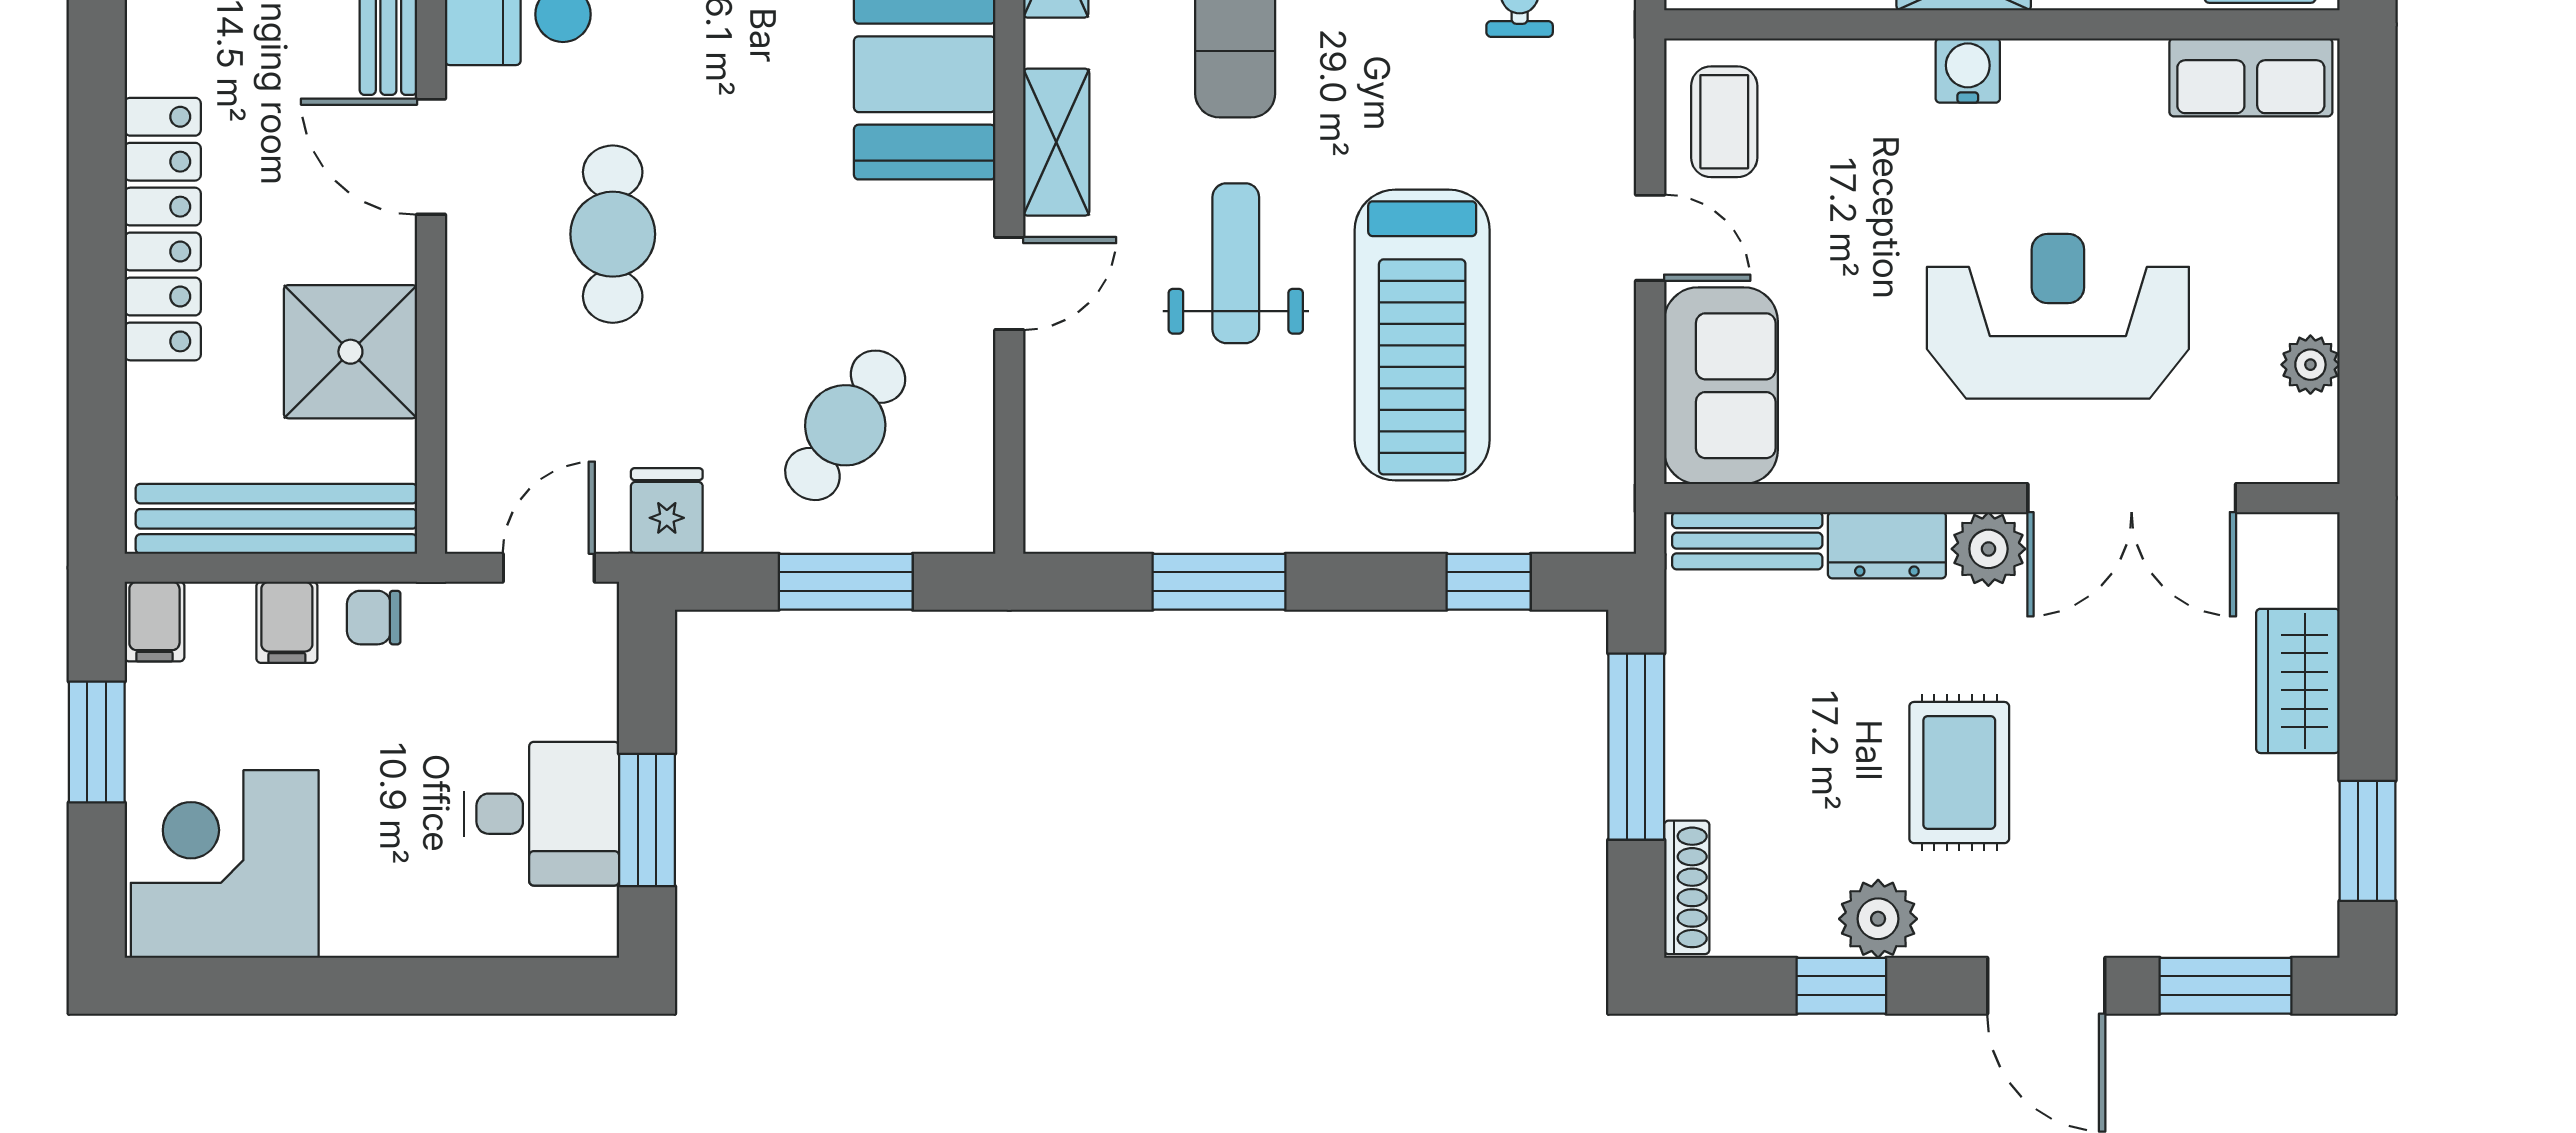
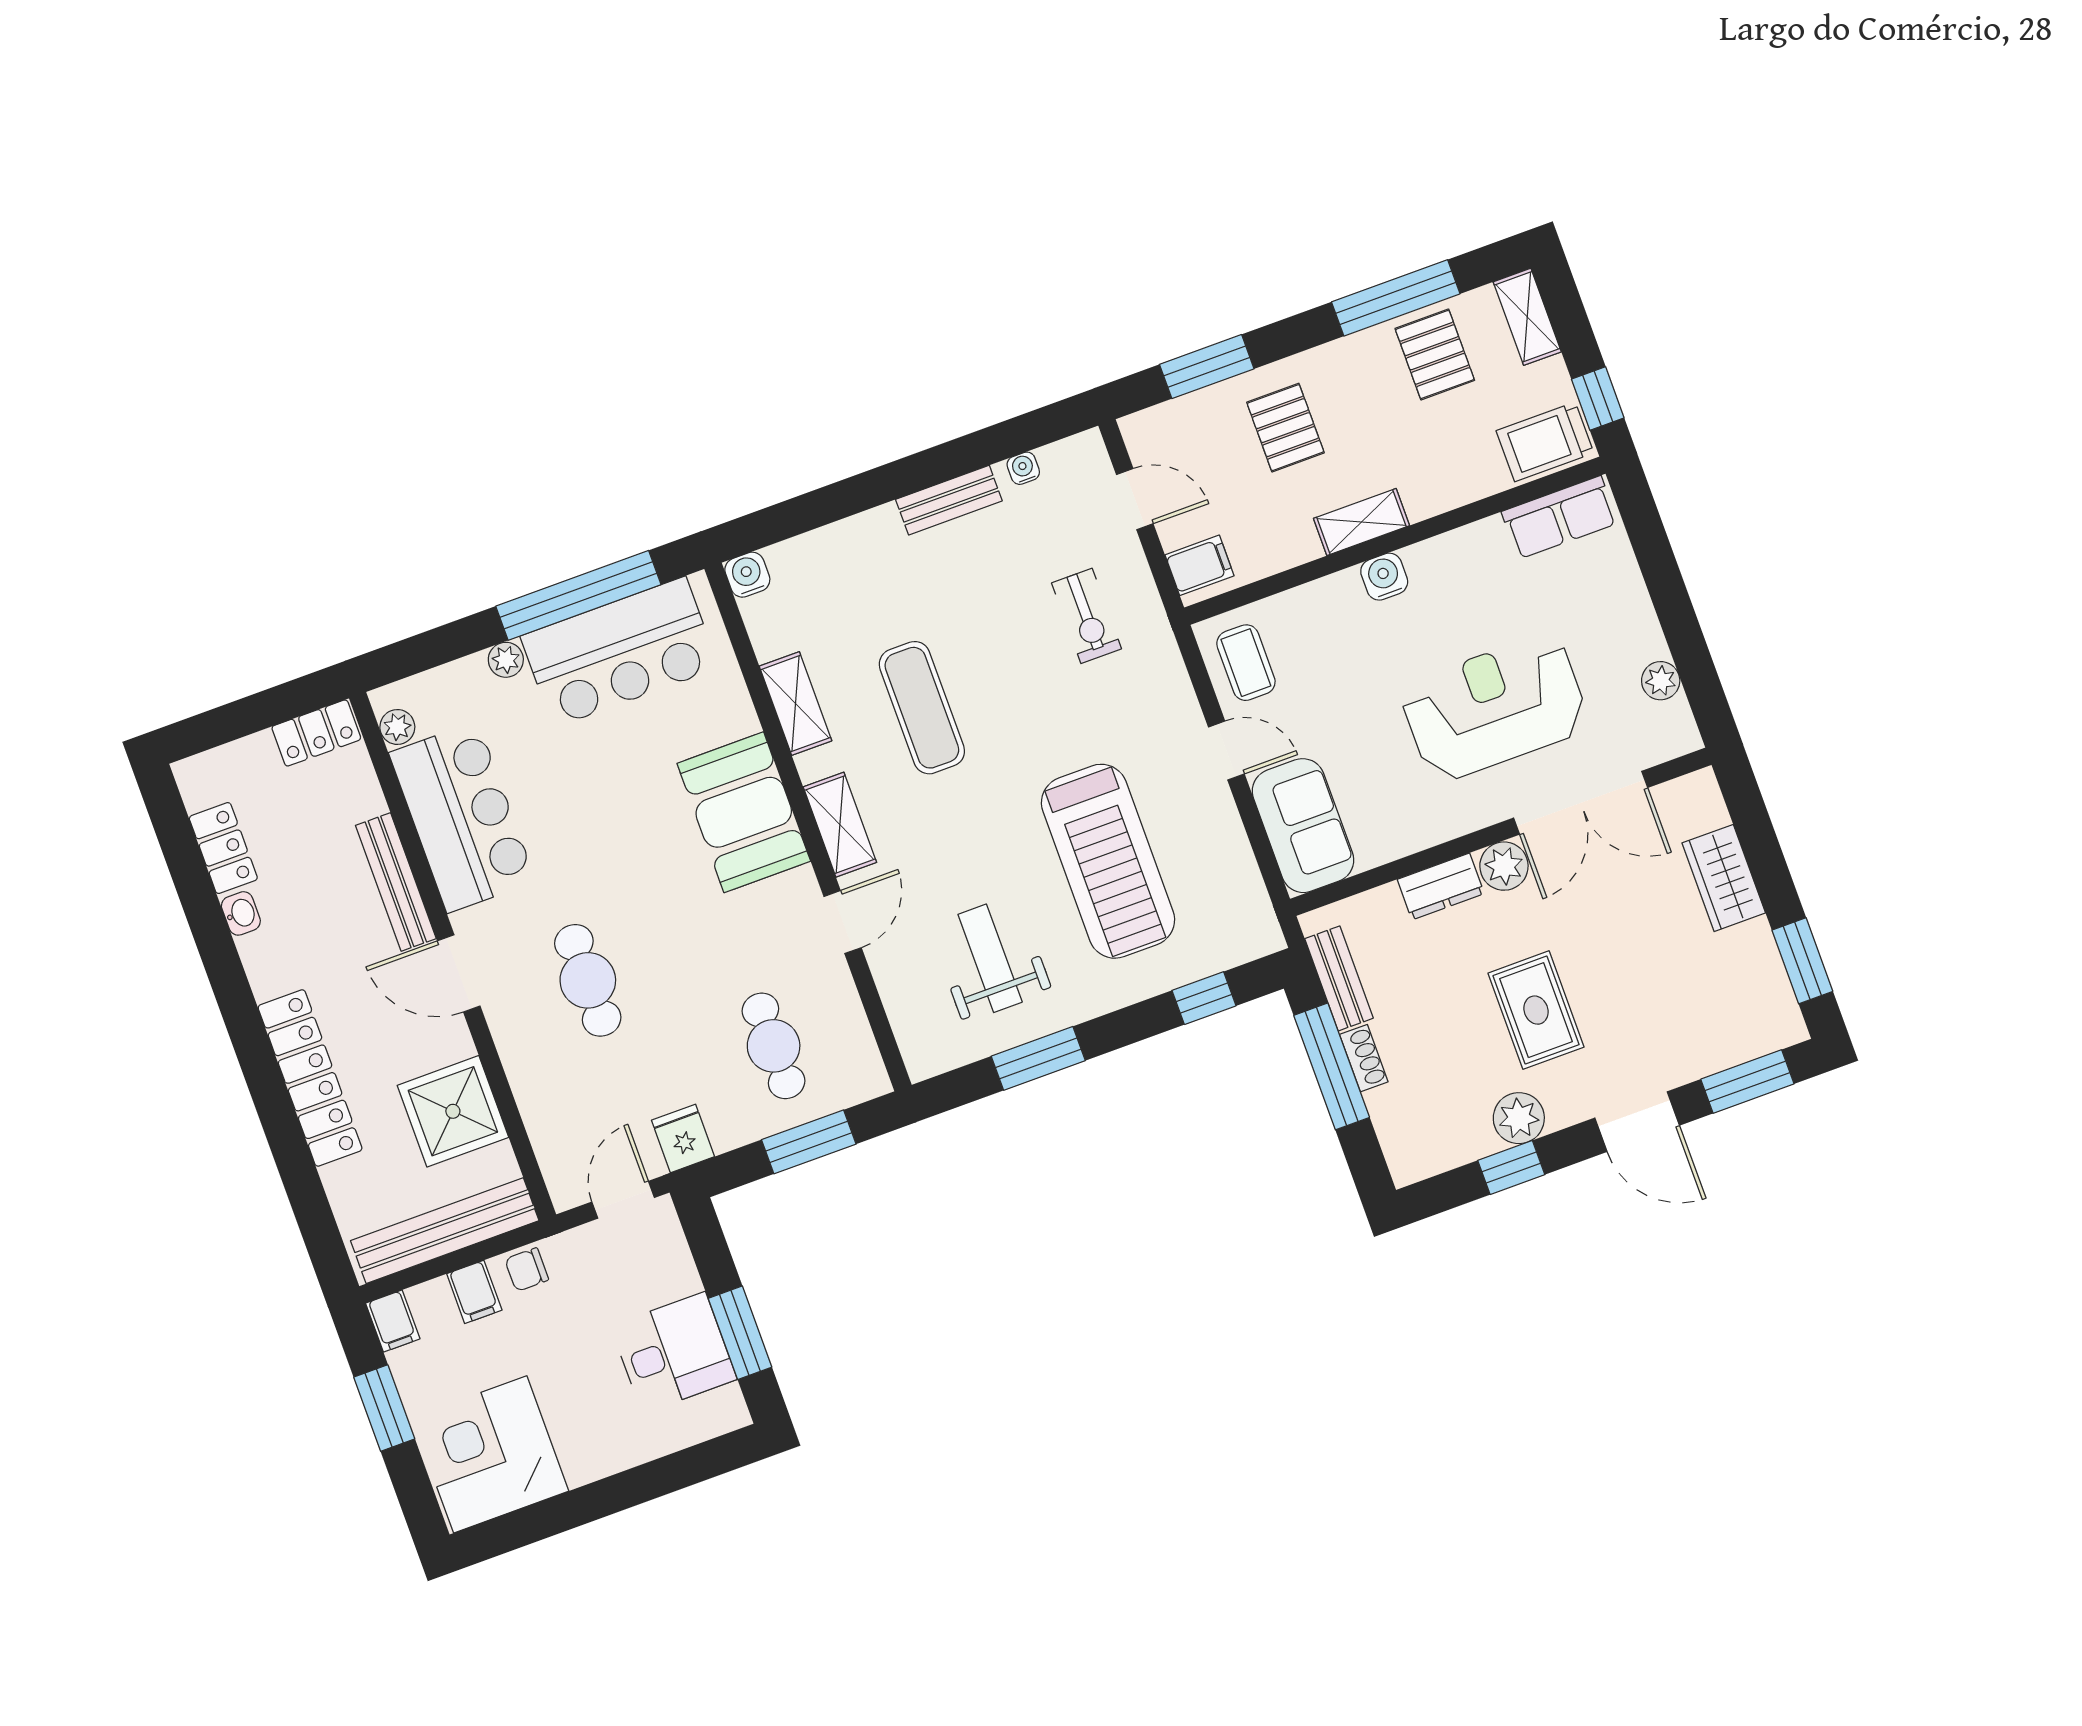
weight bench: (1236, 263) -> (990, 958), moved
cafe table: (845, 425) -> (774, 1046), turned -34
bench: (1747, 541) -> (1339, 978), moved, turned 90
shoe rack: (1687, 887) -> (1364, 1058), moved, width x0.70

